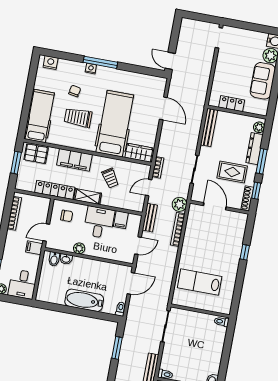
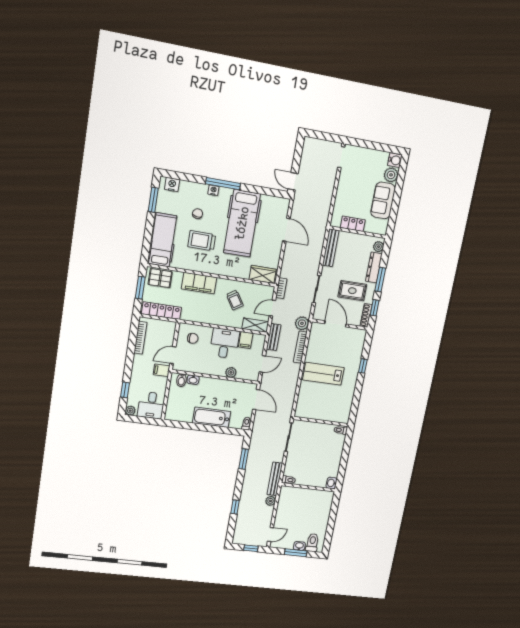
window: (32, 77) -> (153, 200), added
hospital bed: (115, 124) -> (242, 223), moved, turned 180
locker: (55, 190) -> (161, 311), moved
shelving: (88, 197) -> (255, 325), moved
plant: (79, 248) -> (231, 372), moved
lab bench: (200, 282) -> (323, 374), moved
door: (131, 283) -> (256, 400), hinge flipped

